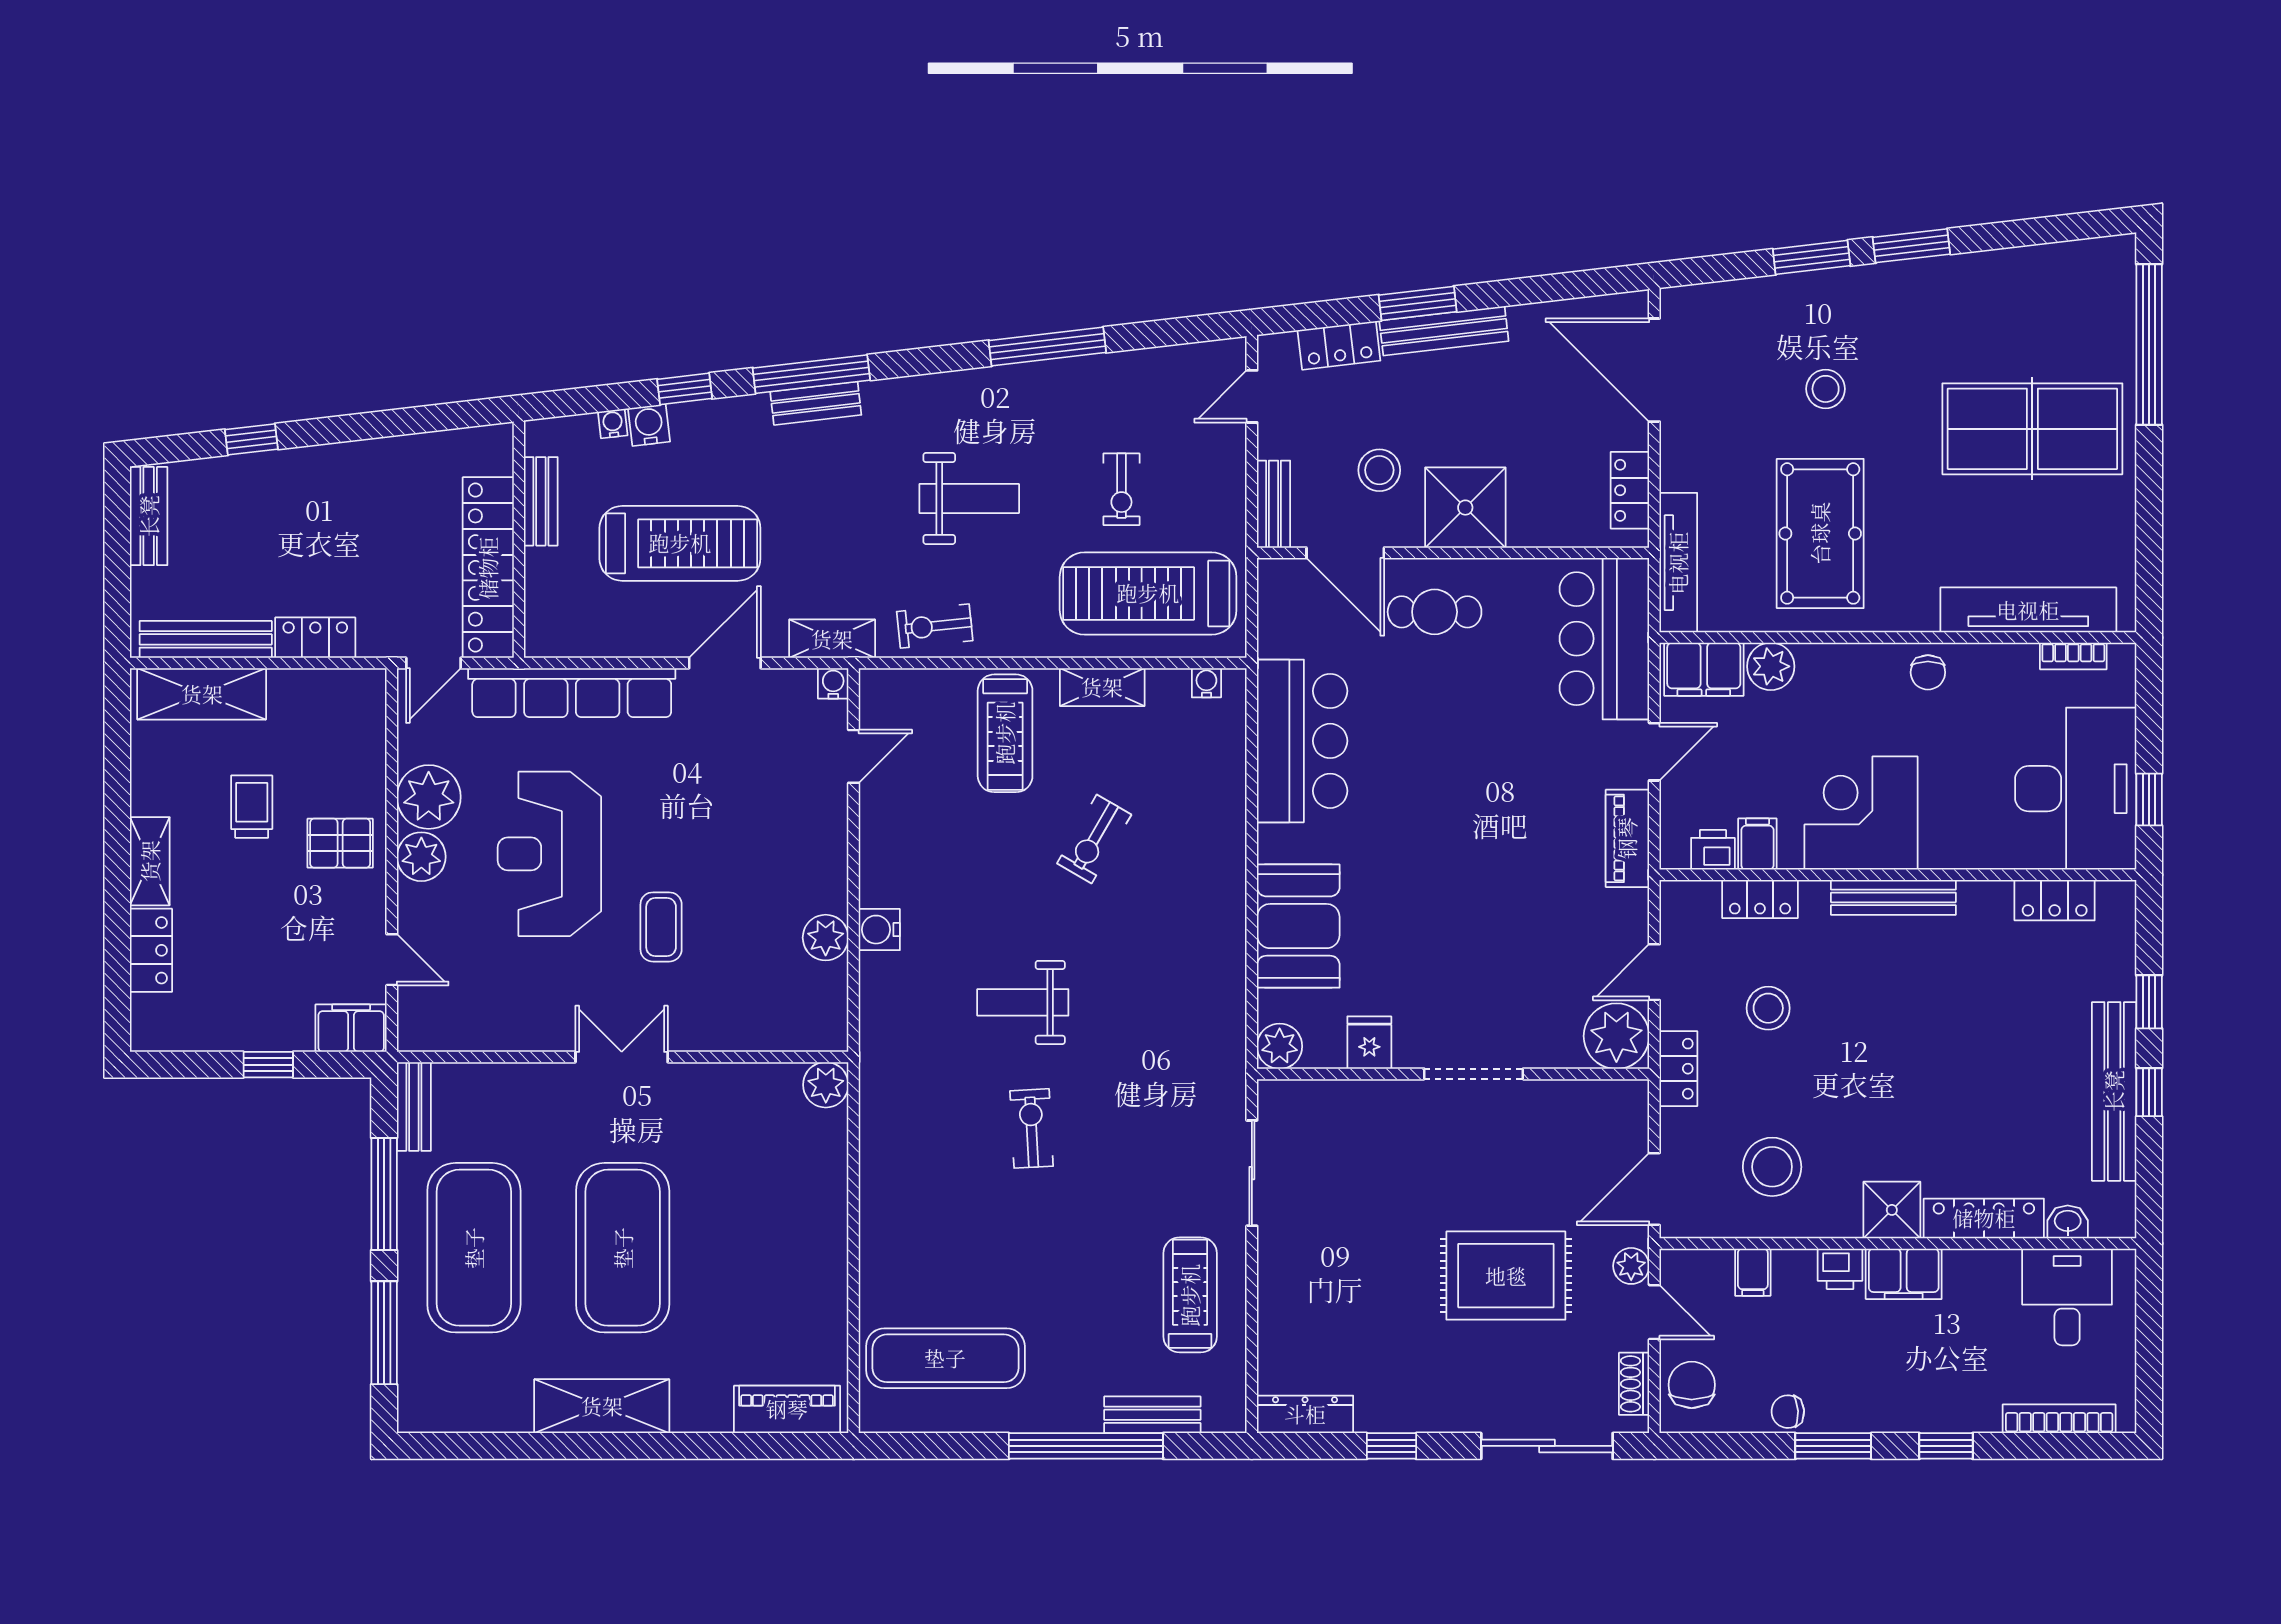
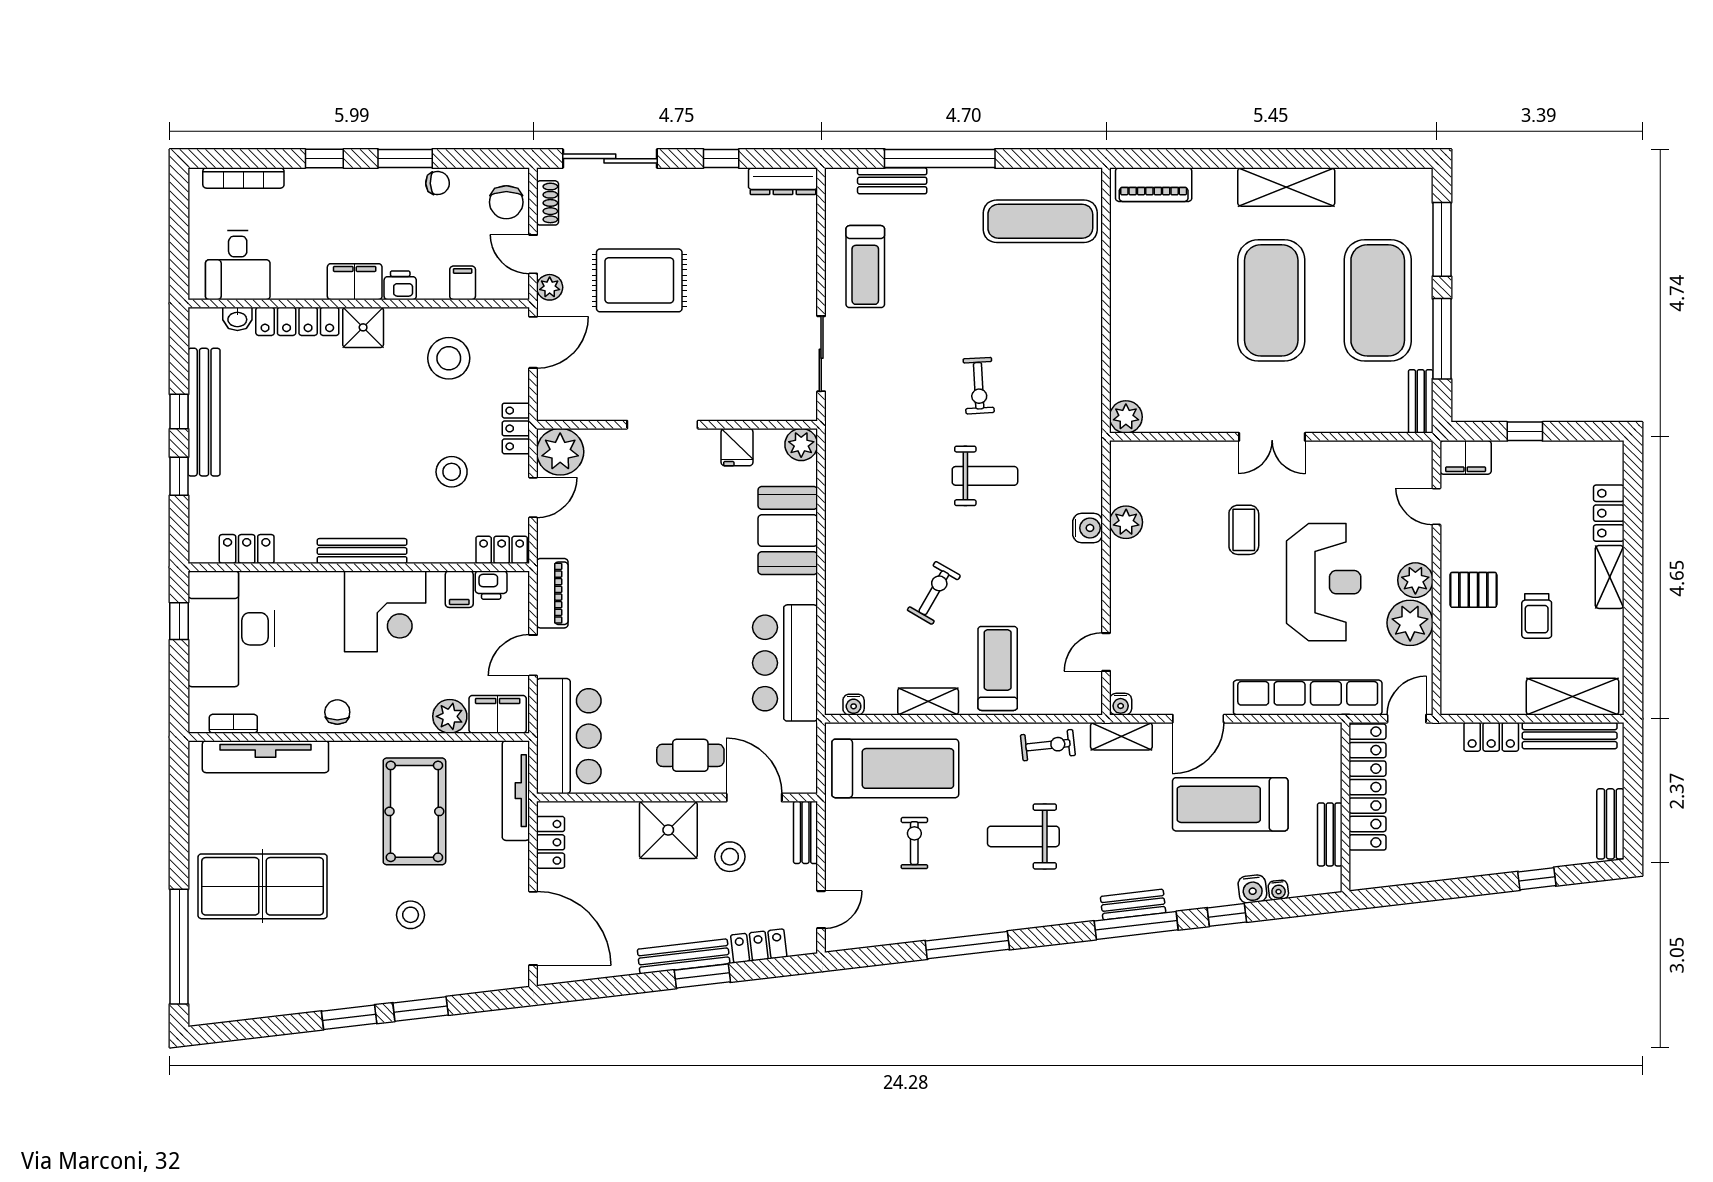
locker: (1760, 899) -> (502, 550), moved

